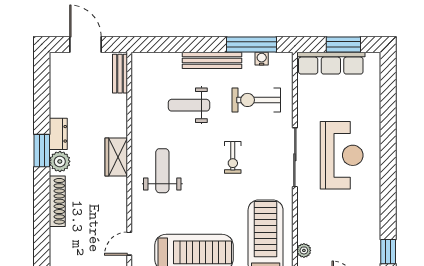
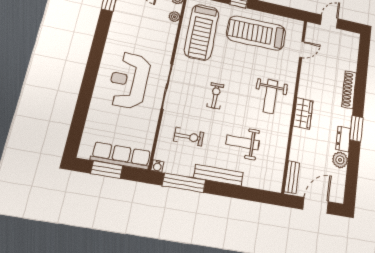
door: (85, 45) -> (315, 205), swing flipped
water cooler: (262, 59) -> (157, 166), moved
exercise bike: (256, 100) -> (189, 137), width x0.73, depth x0.72
weight bench: (189, 105) -> (243, 142), turned 180
plant: (60, 161) -> (340, 160), moved

